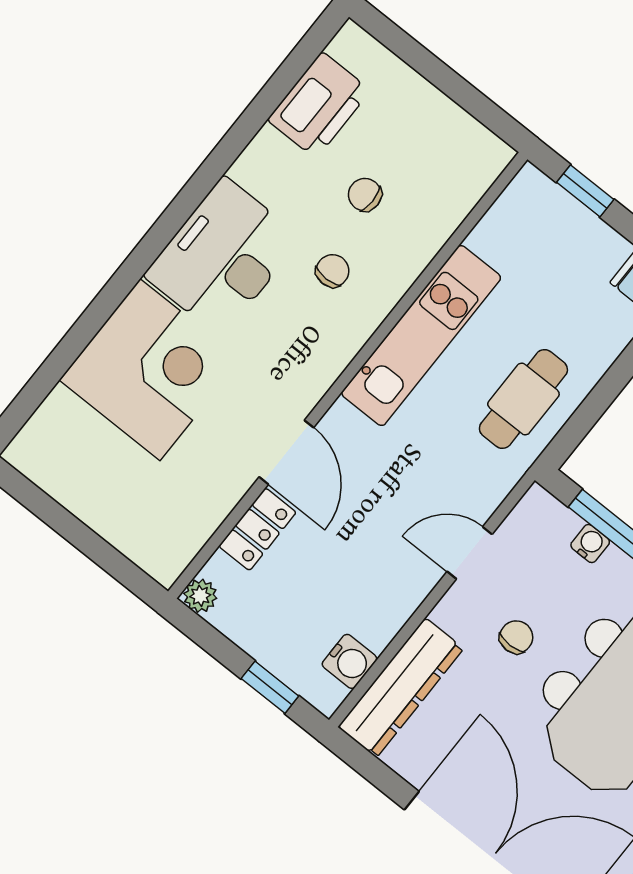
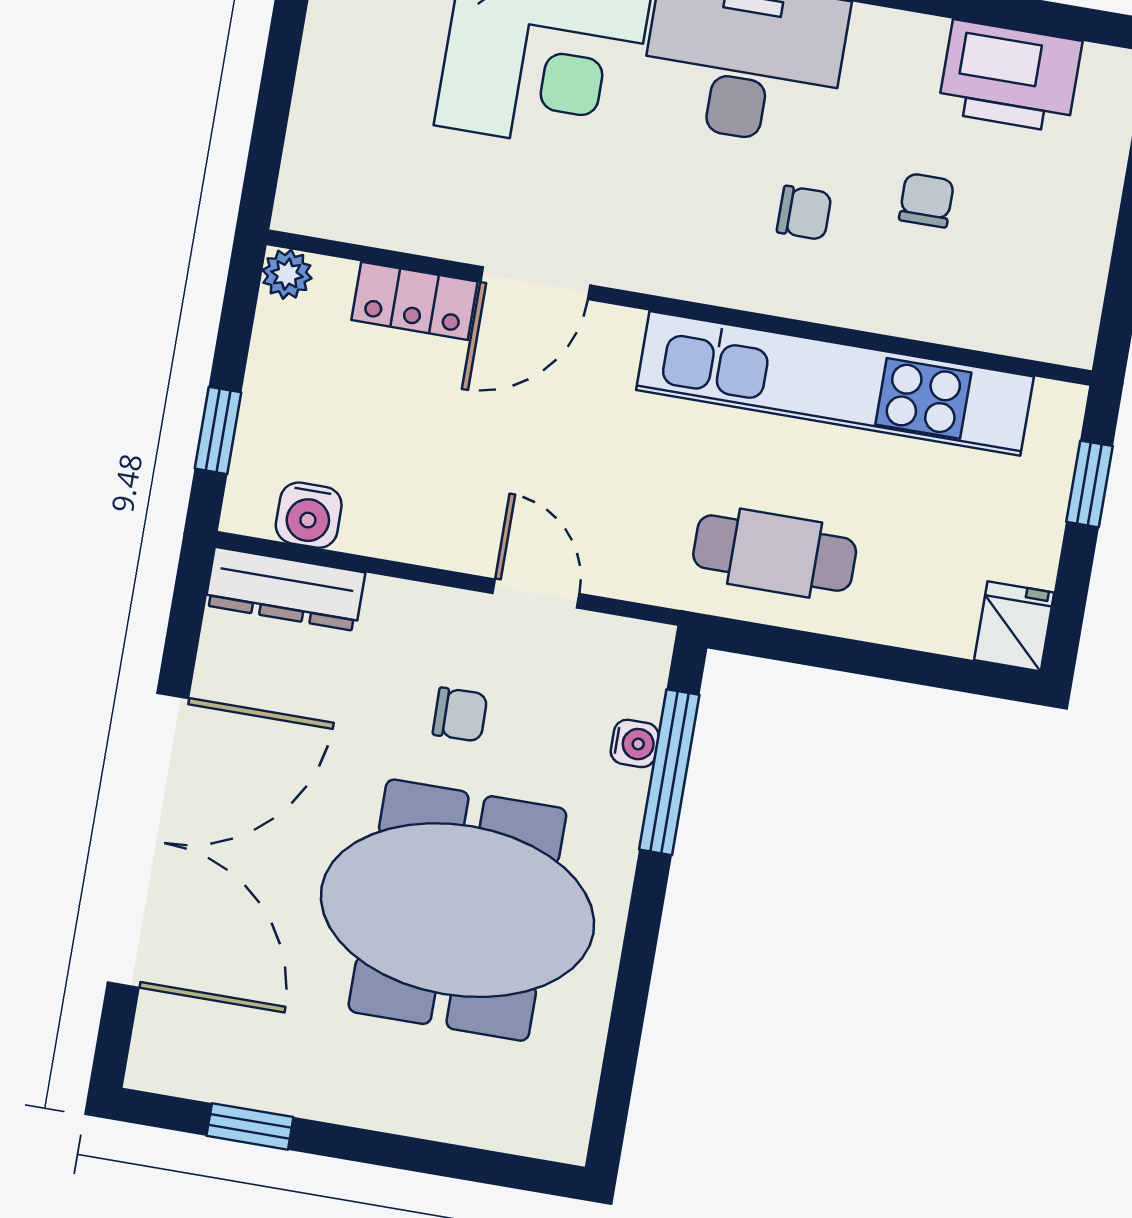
kitchen unit: (421, 335) -> (835, 383), width x1.36
dresser: (401, 688) -> (285, 589), width x0.73, depth x0.80

